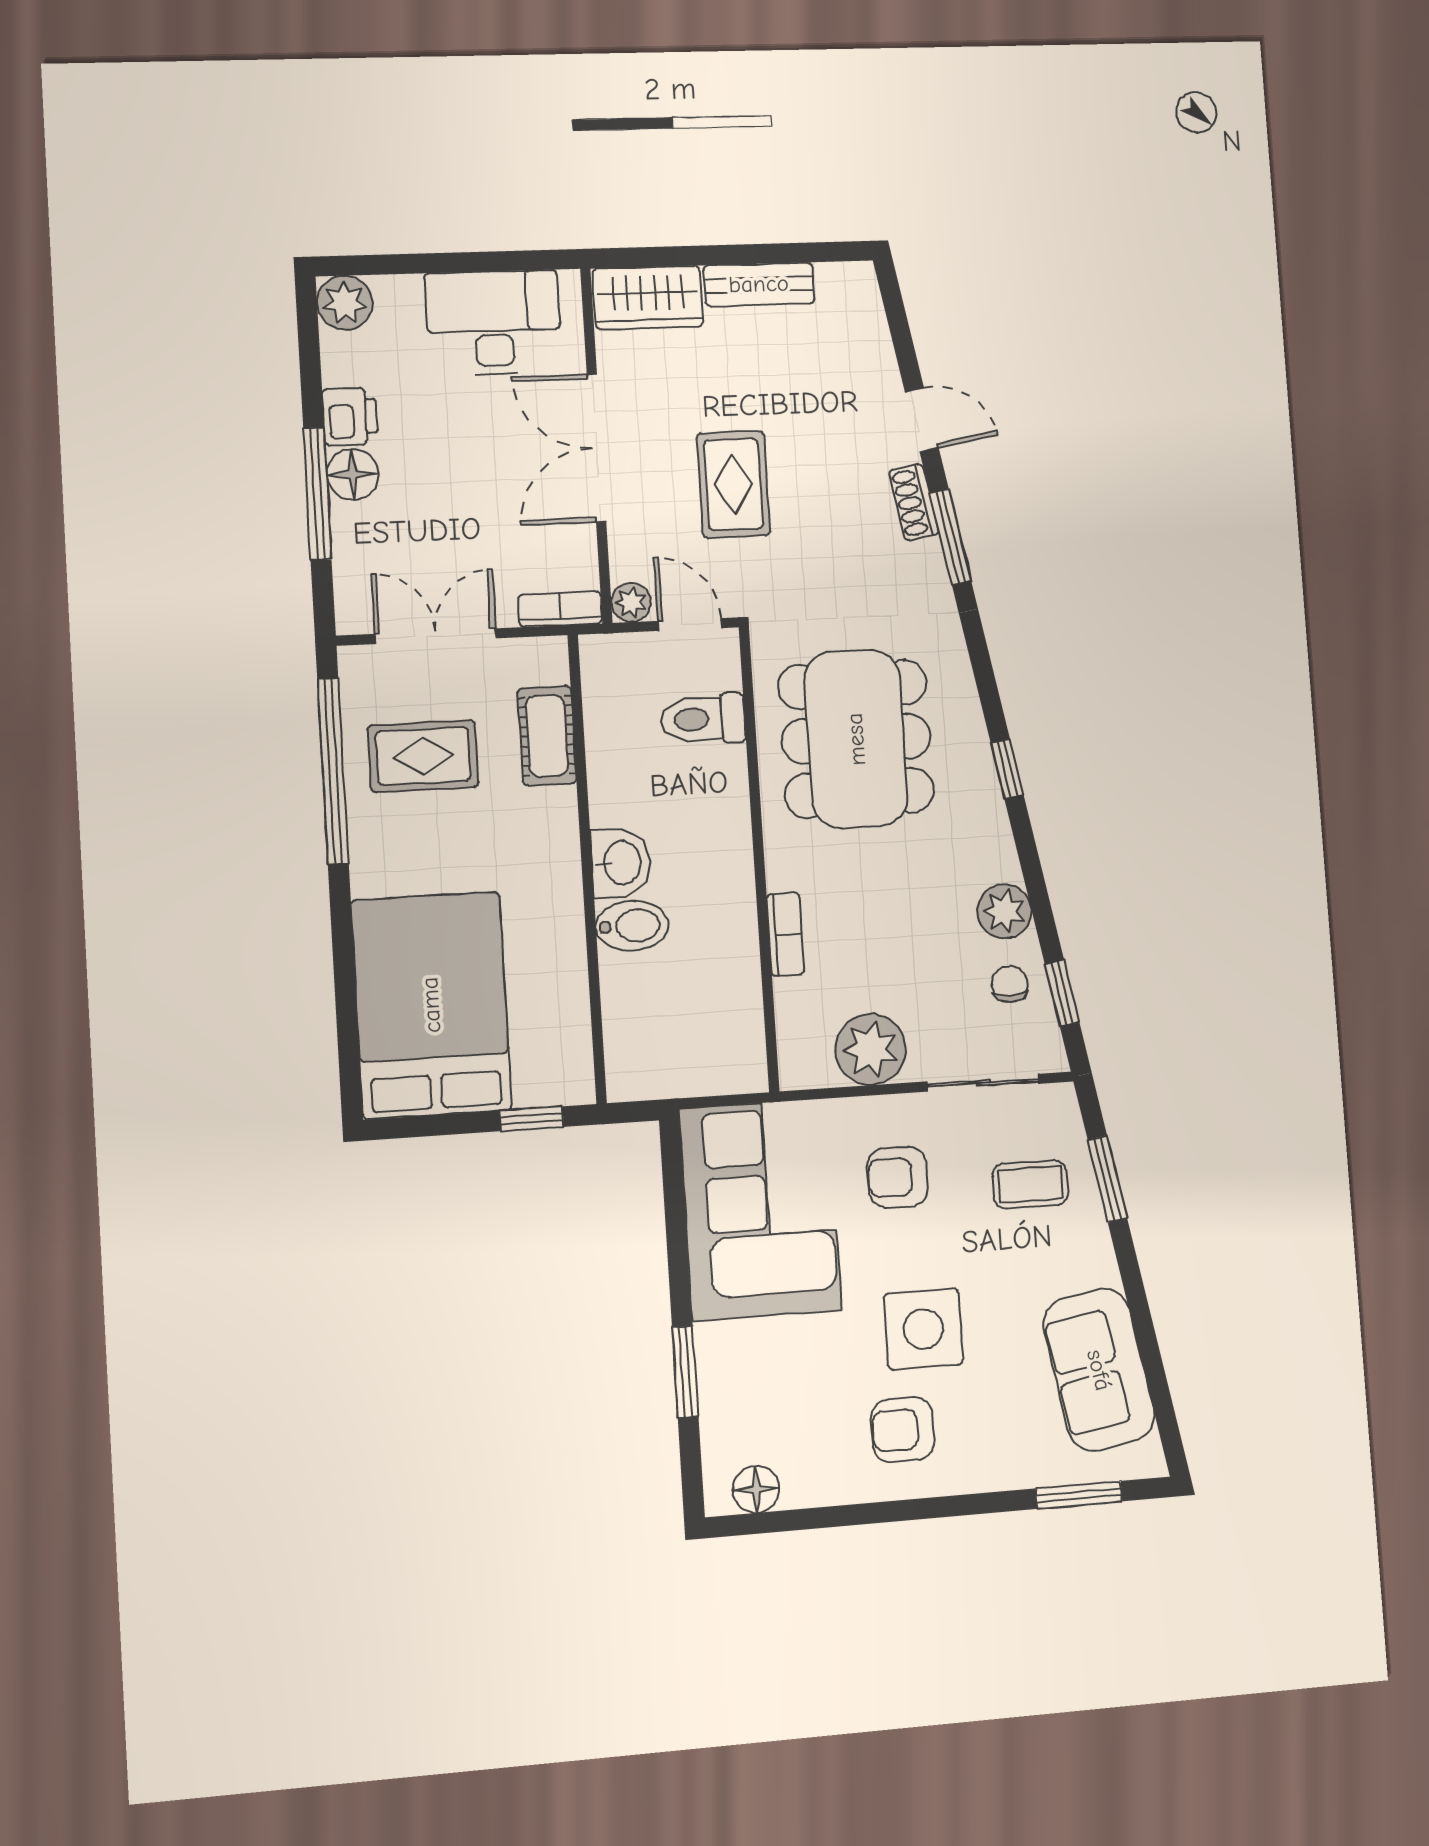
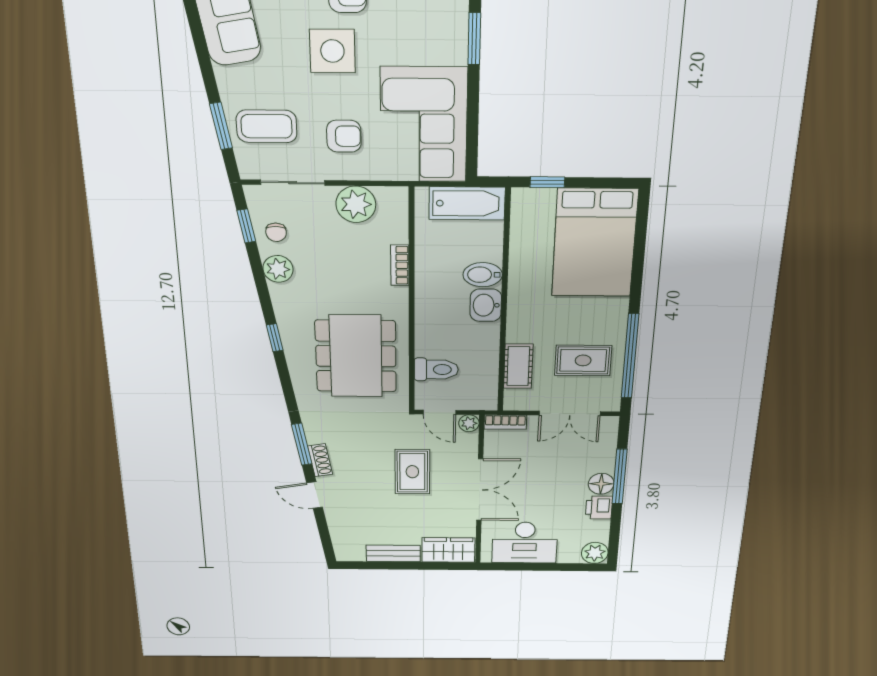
bathtub: (673, 1066) -> (467, 203), added
coffee table: (1030, 1184) -> (267, 126), width x1.36, depth x1.30

